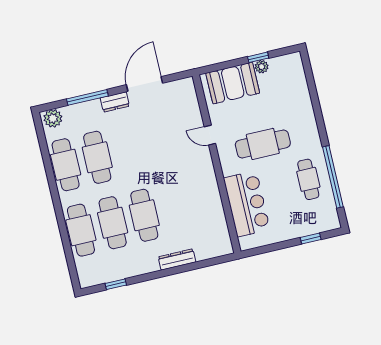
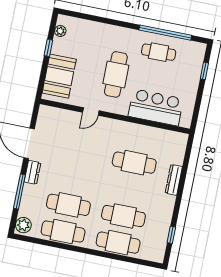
plant: (262, 67) -> (60, 31), moved
cafe table: (144, 215) -> (134, 163), moved

